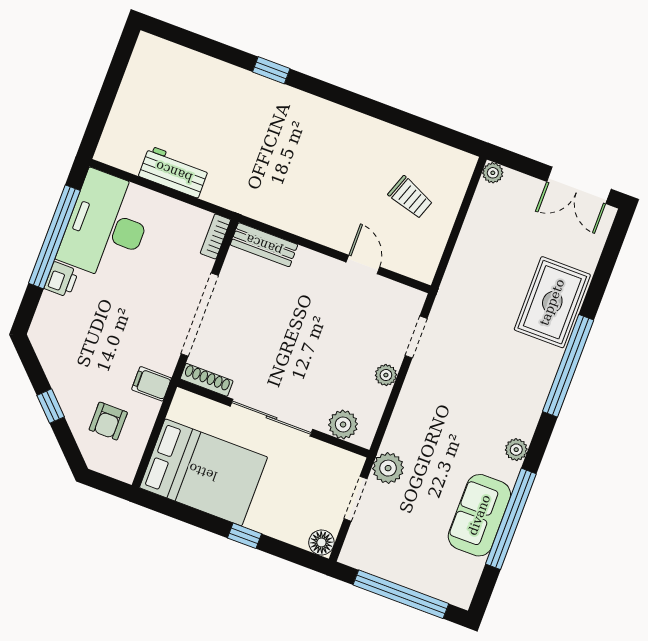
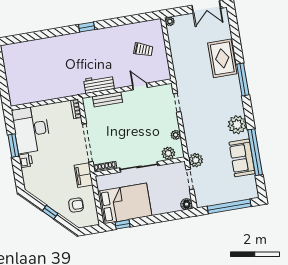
window: (271, 70) -> (87, 27), moved
workbench: (174, 172) -> (99, 84), moved
window: (54, 237) -> (13, 145), width x0.47
bench: (264, 245) -> (108, 99), moved
window: (568, 366) -> (243, 80), width x0.68
plant: (386, 375) -> (176, 135), moved
filing cabinet: (151, 384) -> (84, 175), width x2.00
armchair: (108, 421) -> (76, 205), turned -90
plant: (516, 450) -> (237, 125), width x1.88, depth x1.88
window: (245, 536) -> (123, 224), moved

